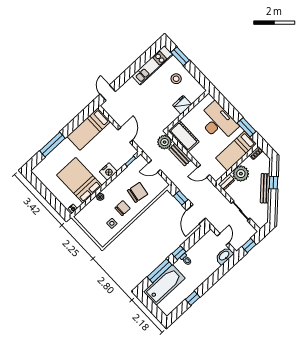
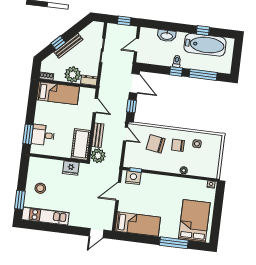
fridge: (182, 105) -> (71, 168), moved
desk: (218, 122) -> (43, 135), width x0.53, depth x0.77
window: (247, 127) -> (28, 134), moved
door: (155, 166) -> (125, 134), moved
nightstand: (108, 171) -> (133, 178), moved
bed: (79, 180) -> (194, 221), moved, turned 180
door: (196, 214) -> (134, 83), hinge flipped
washbasin: (224, 256) -> (167, 36), moved
bathtub: (164, 285) -> (205, 45), moved, turned 180

